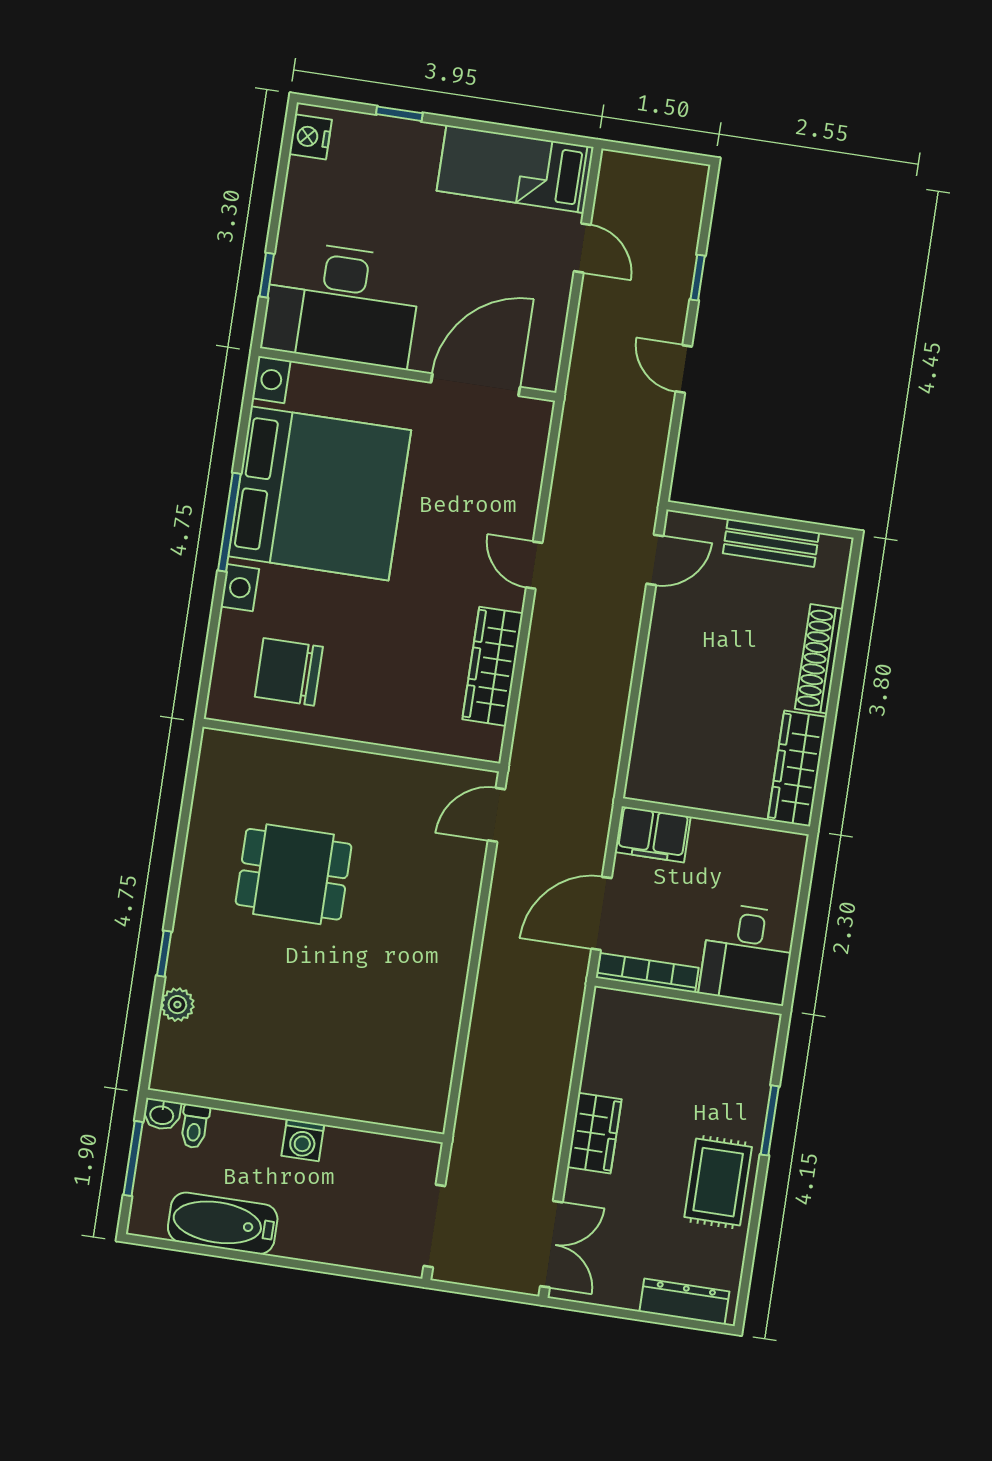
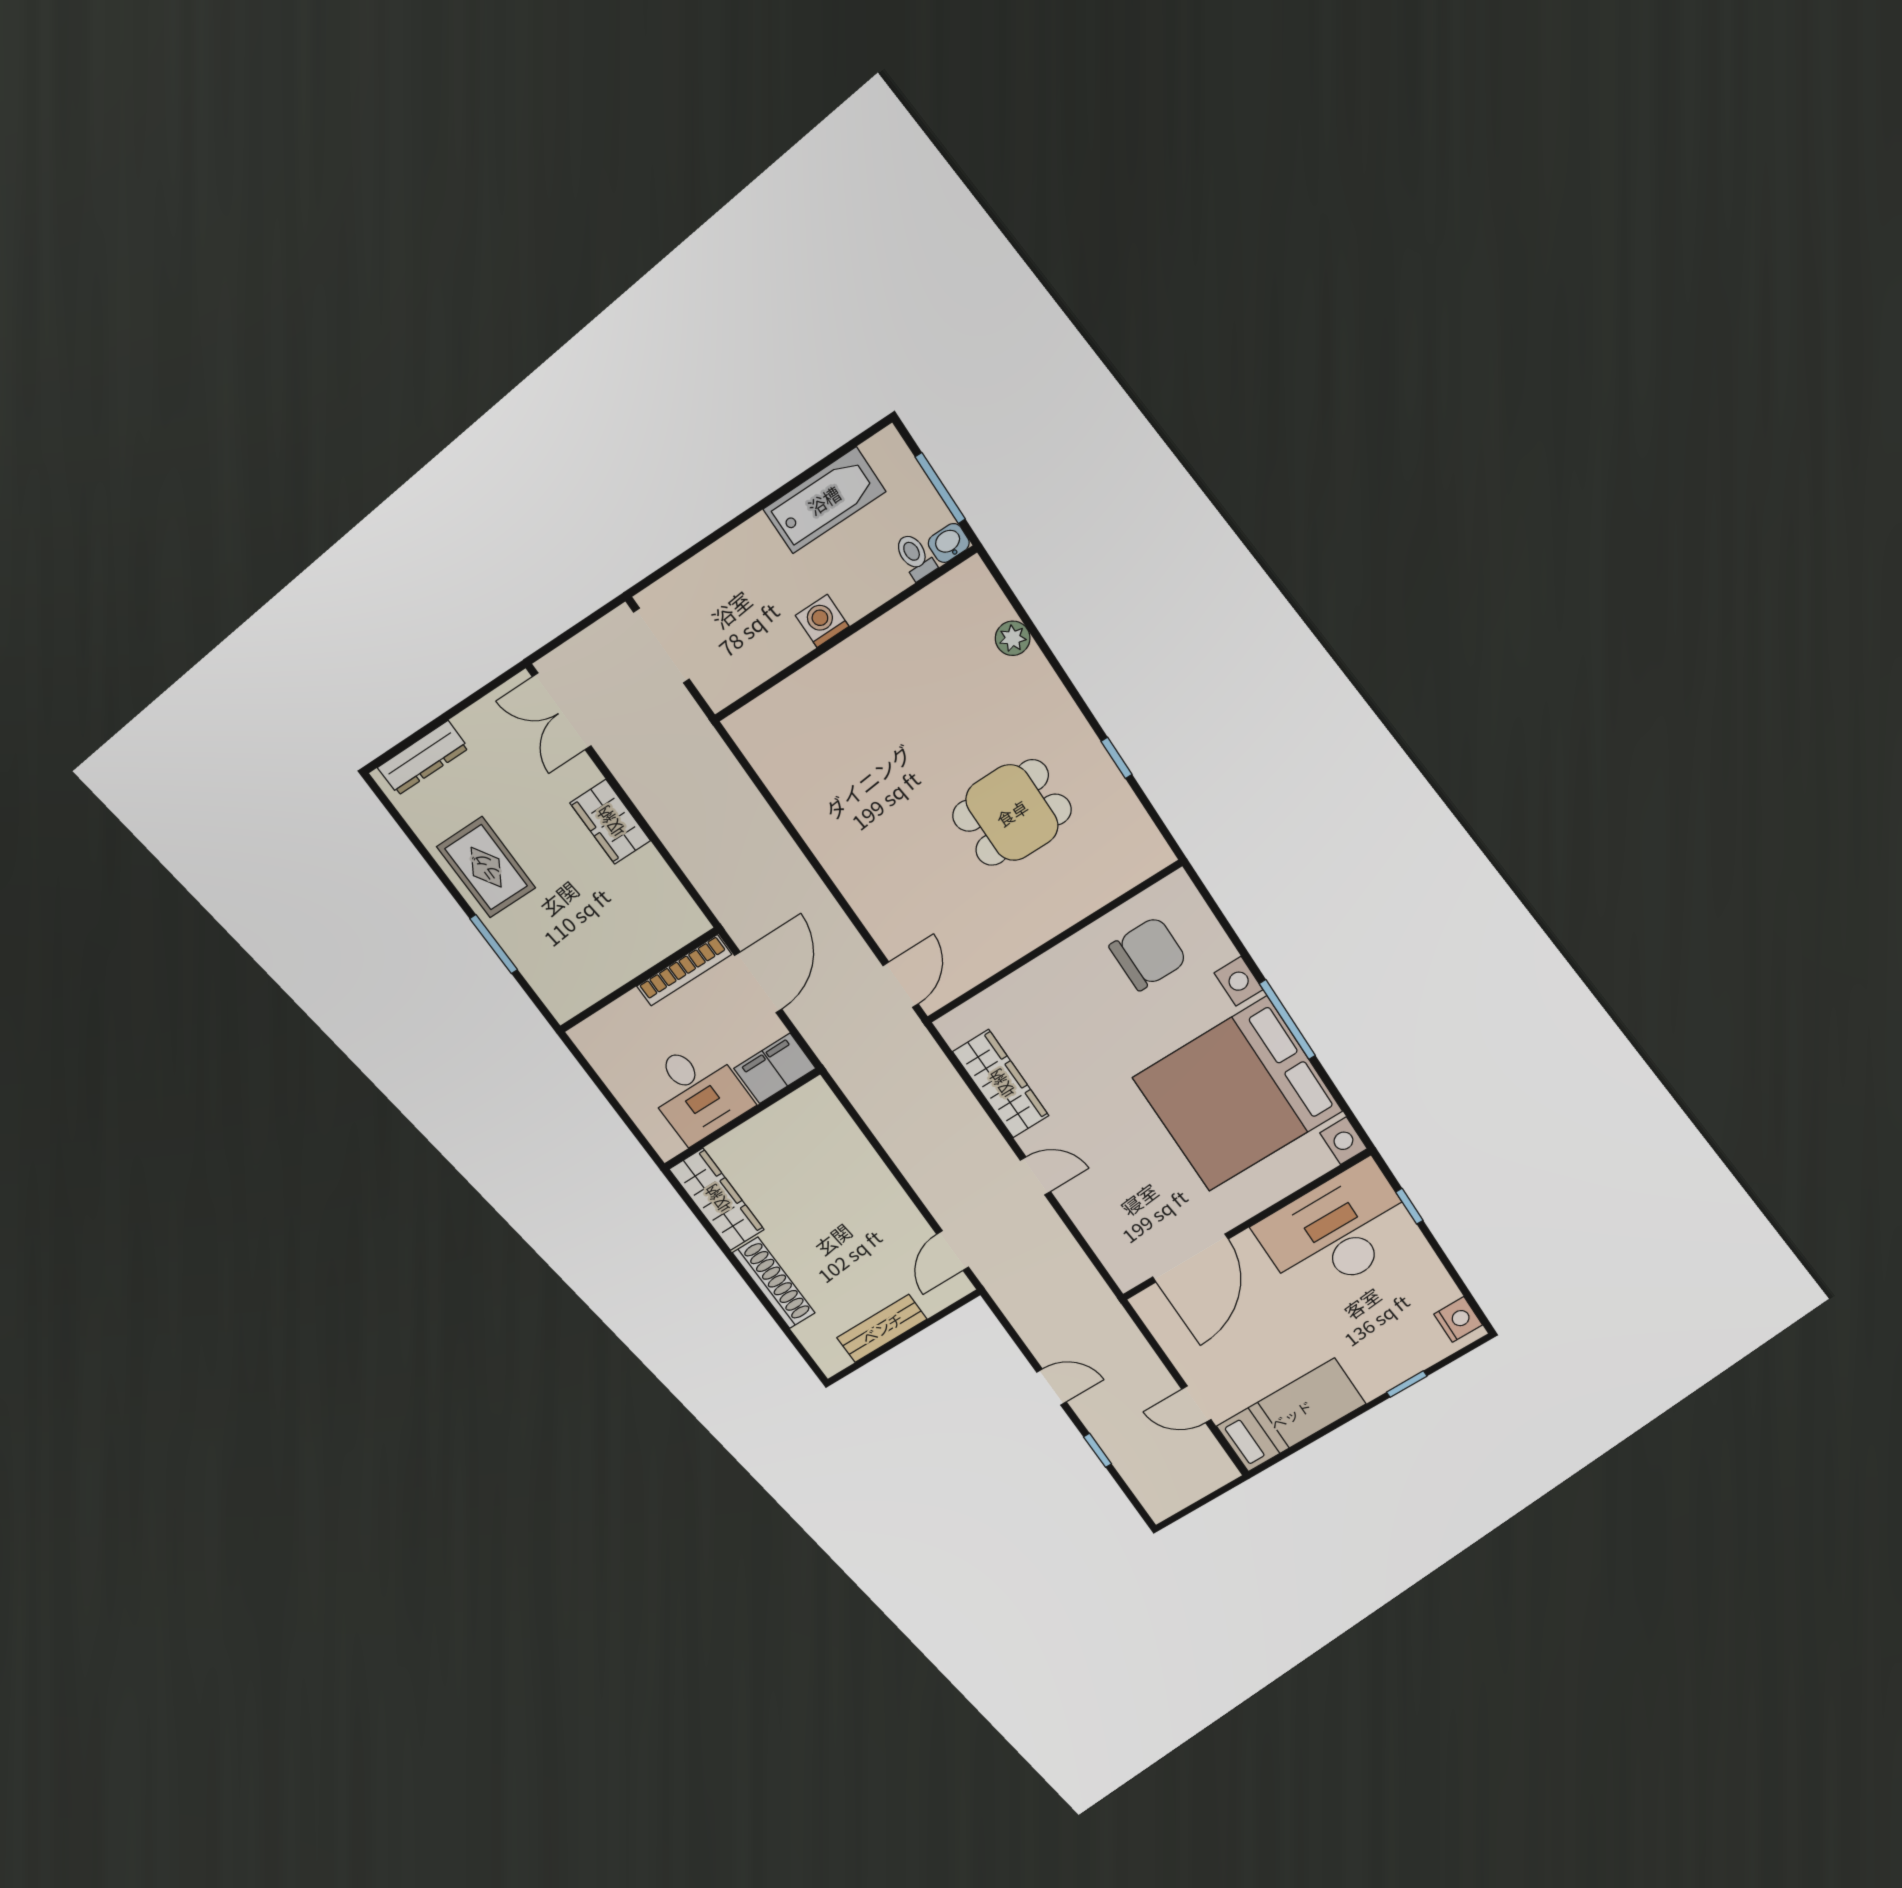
window: (164, 954) -> (1116, 758), moved
desk: (747, 954) -> (697, 1092), moved, turned 180

